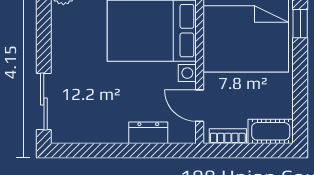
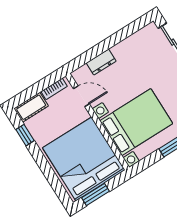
window: (300, 24) -> (25, 135), moved

